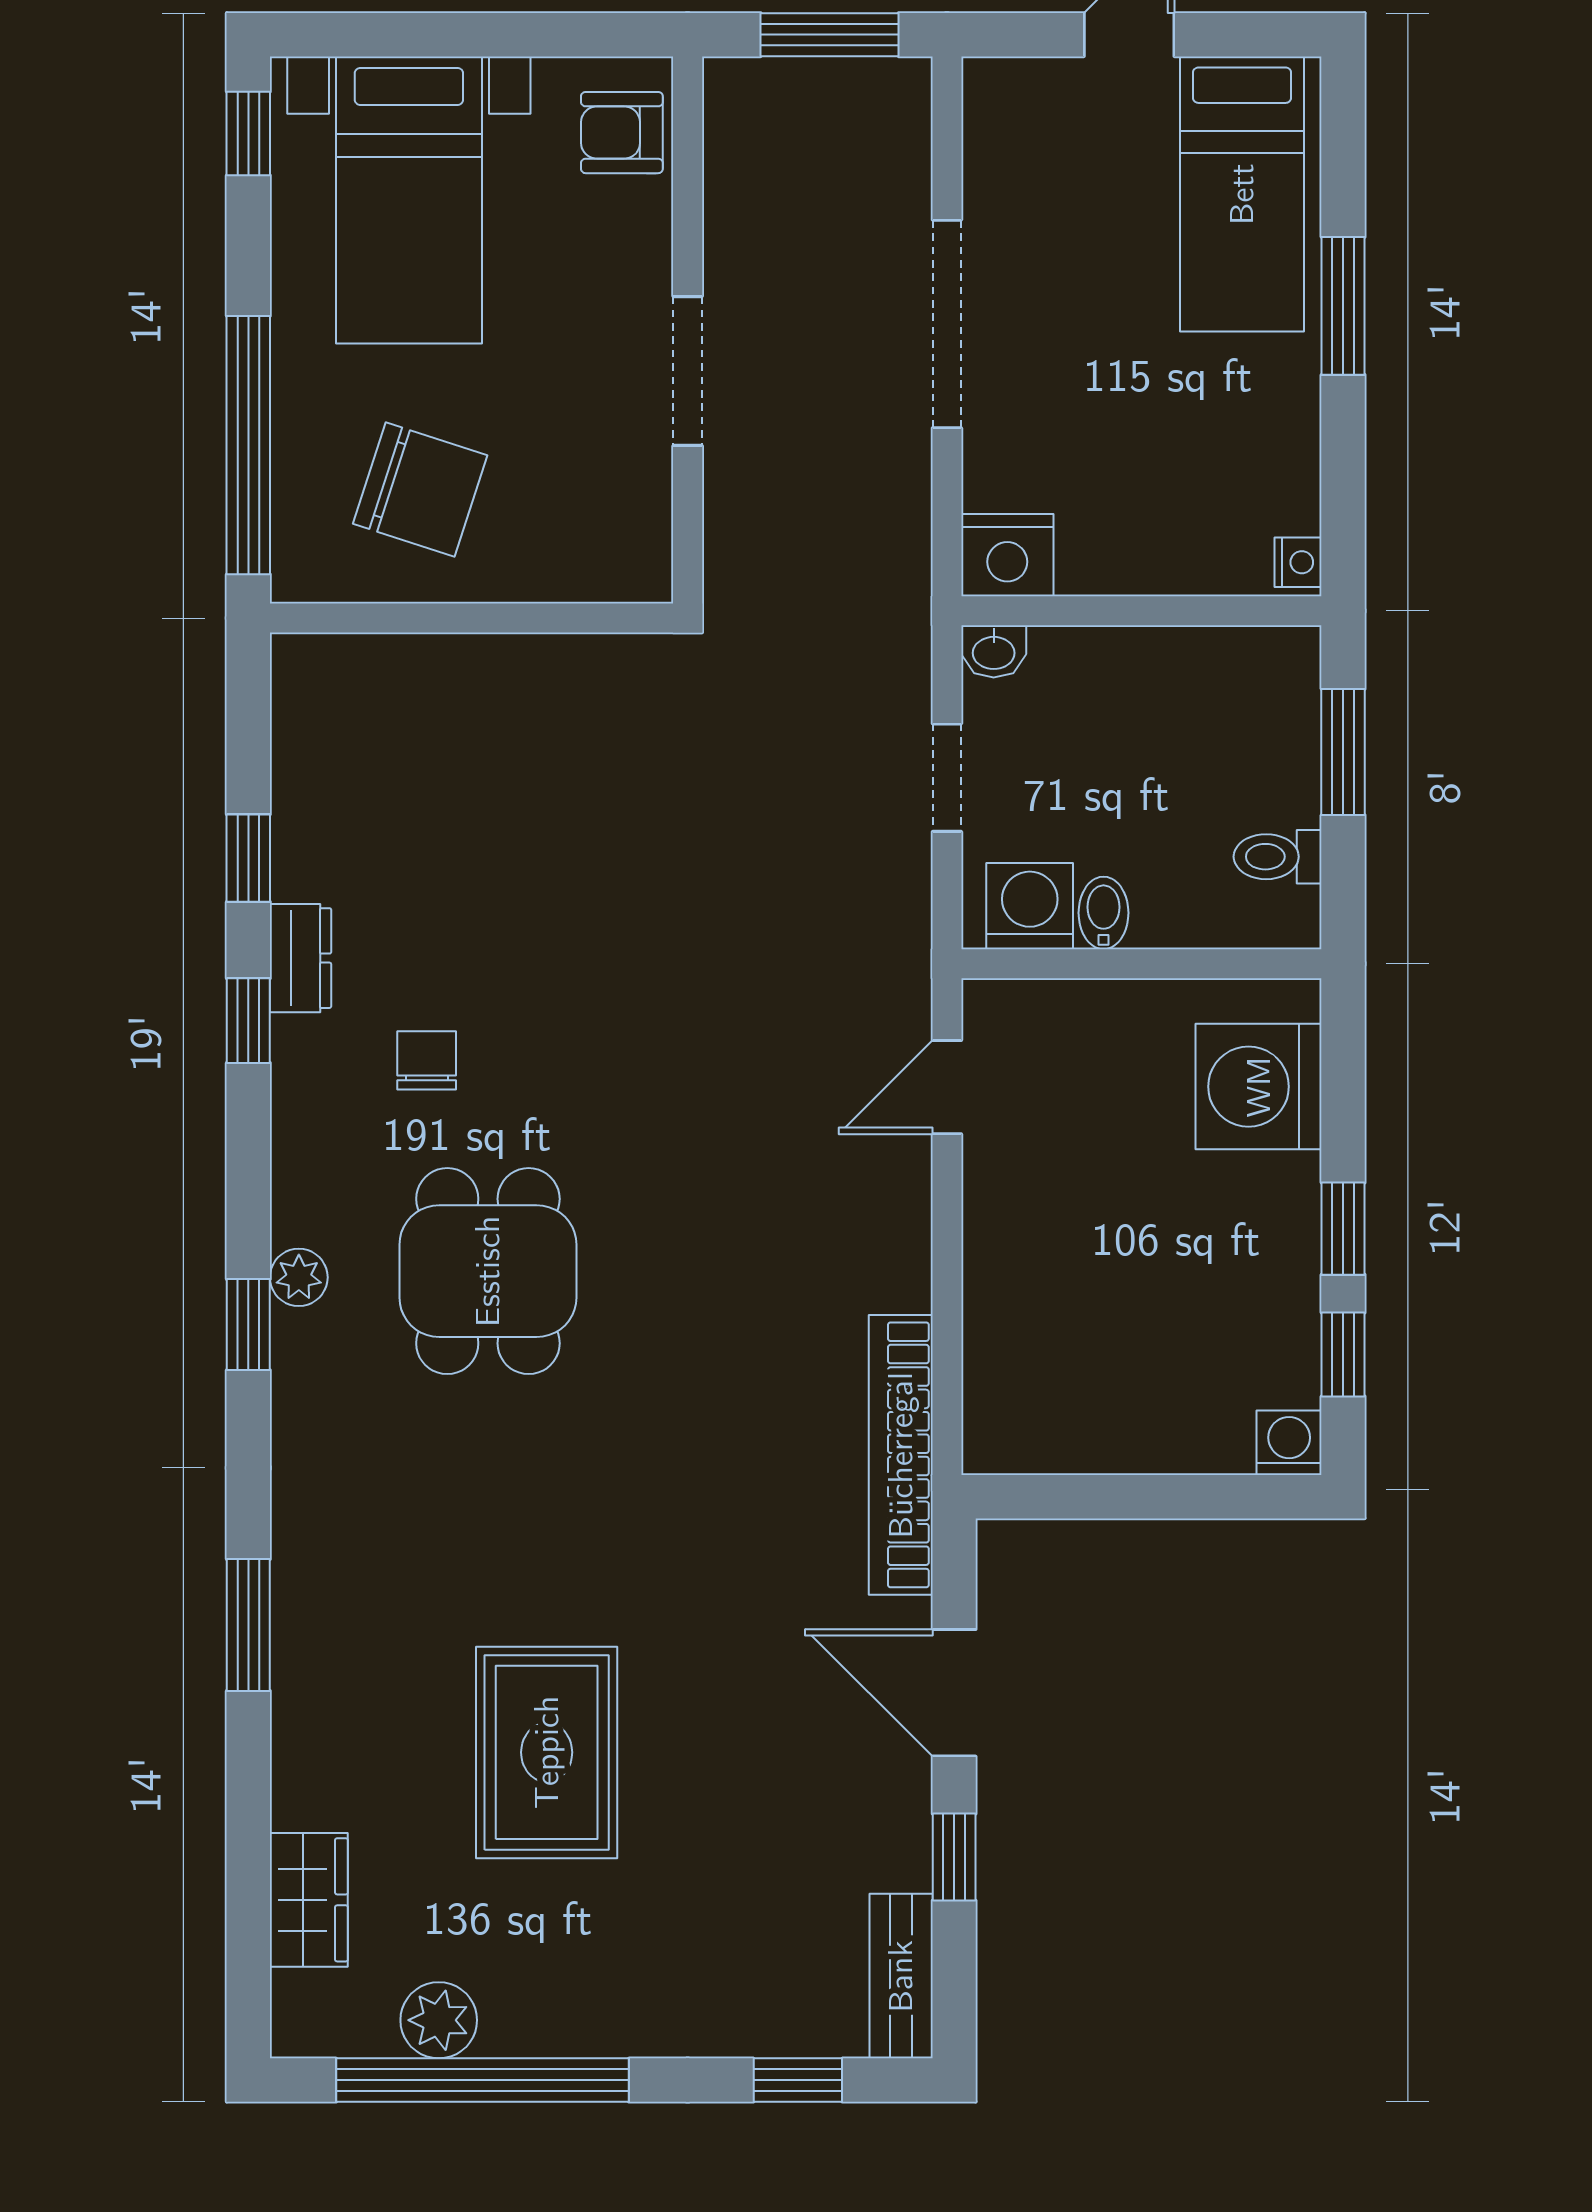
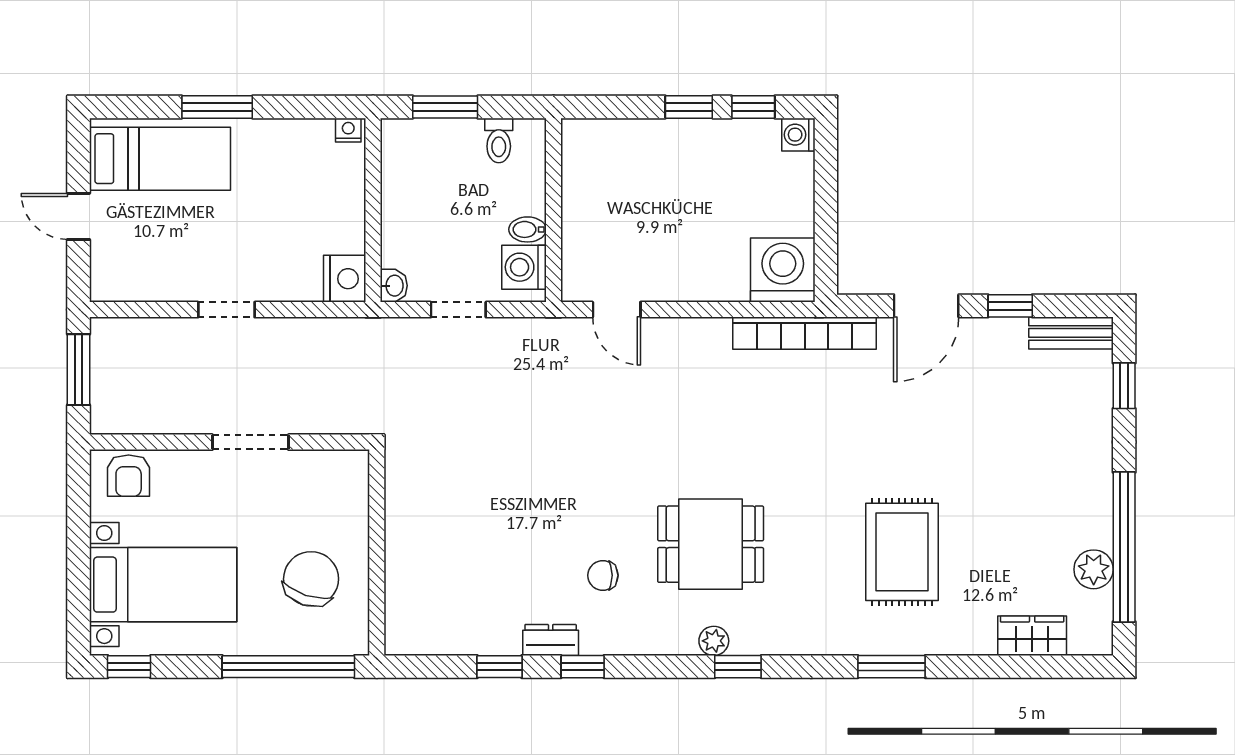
doorway: (947, 324) -> (226, 310), width x0.53
washing machine: (1259, 1087) -> (783, 270), moved, turned 180
rug: (547, 1752) -> (902, 552), moved, turned 90

